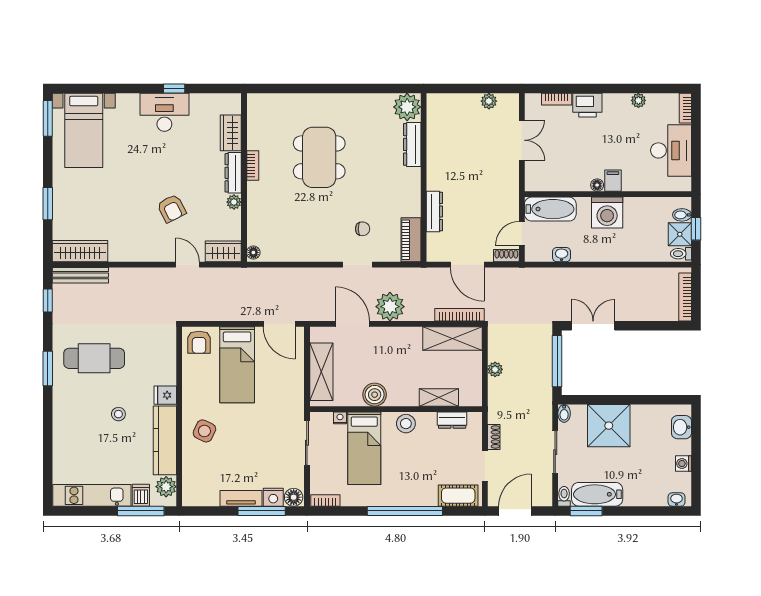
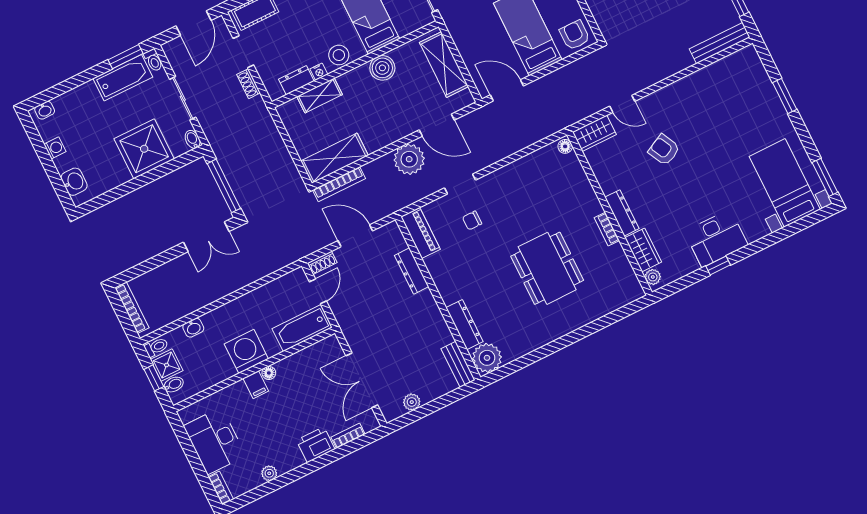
bench: (434, 114) -> (458, 364), added
double door: (522, 140) -> (362, 380), width x1.37
plant: (234, 202) -> (653, 277), moved
wardrobe: (80, 251) -> (731, 66), removed
washbasin: (562, 255) -> (193, 328), moved
plant: (495, 369) -> (279, 149), removed
nightstand: (340, 418) -> (319, 72), moved

